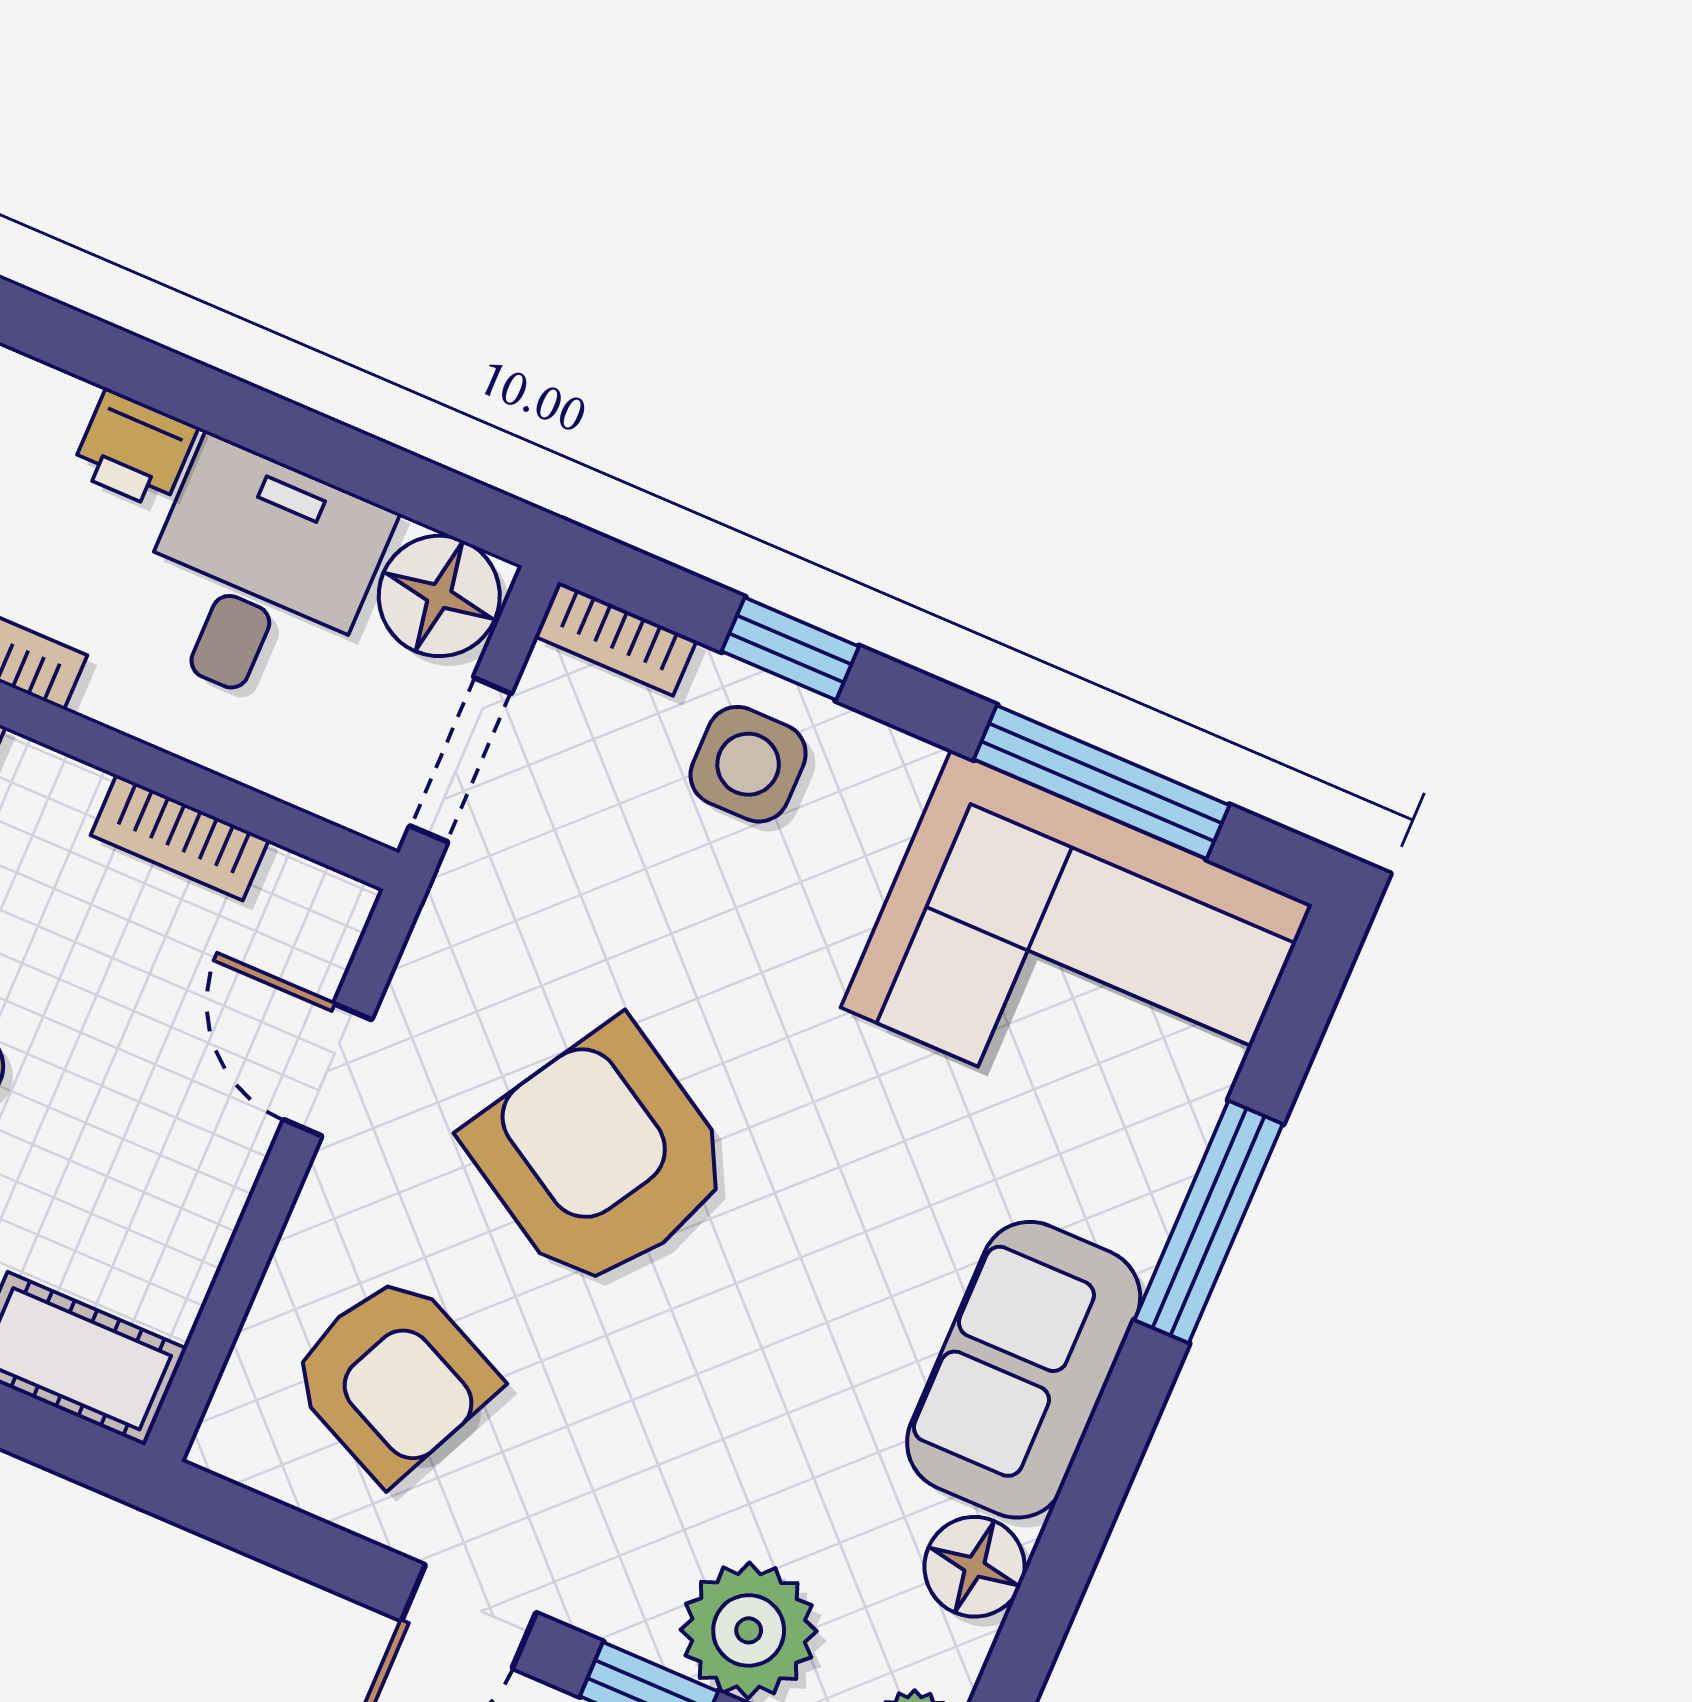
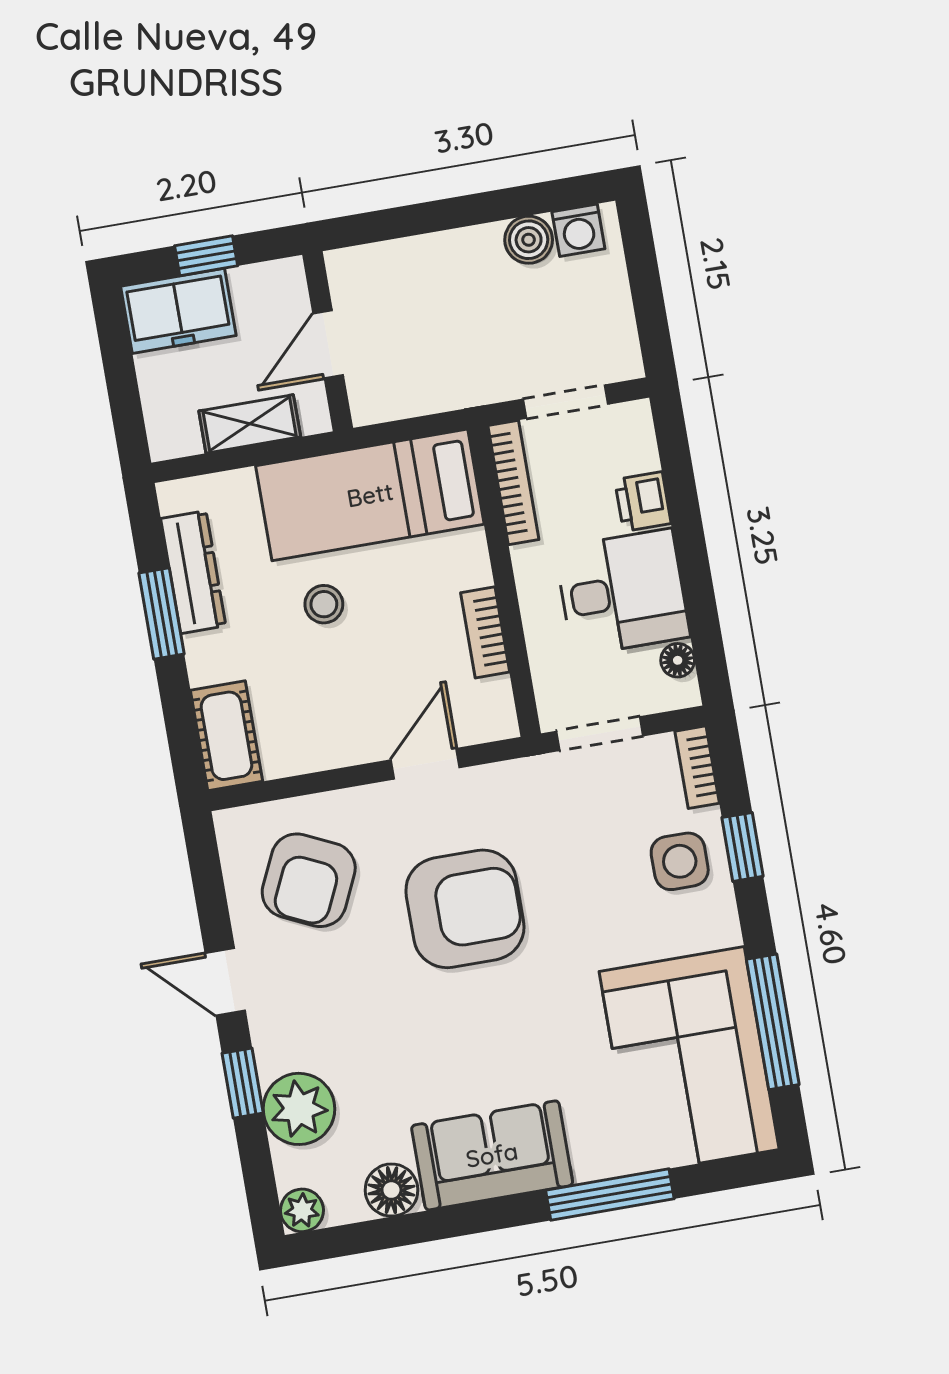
floor lamp: (439, 596) -> (678, 660), width x0.53, depth x0.53
armchair: (601, 1157) -> (465, 909), turned 59

